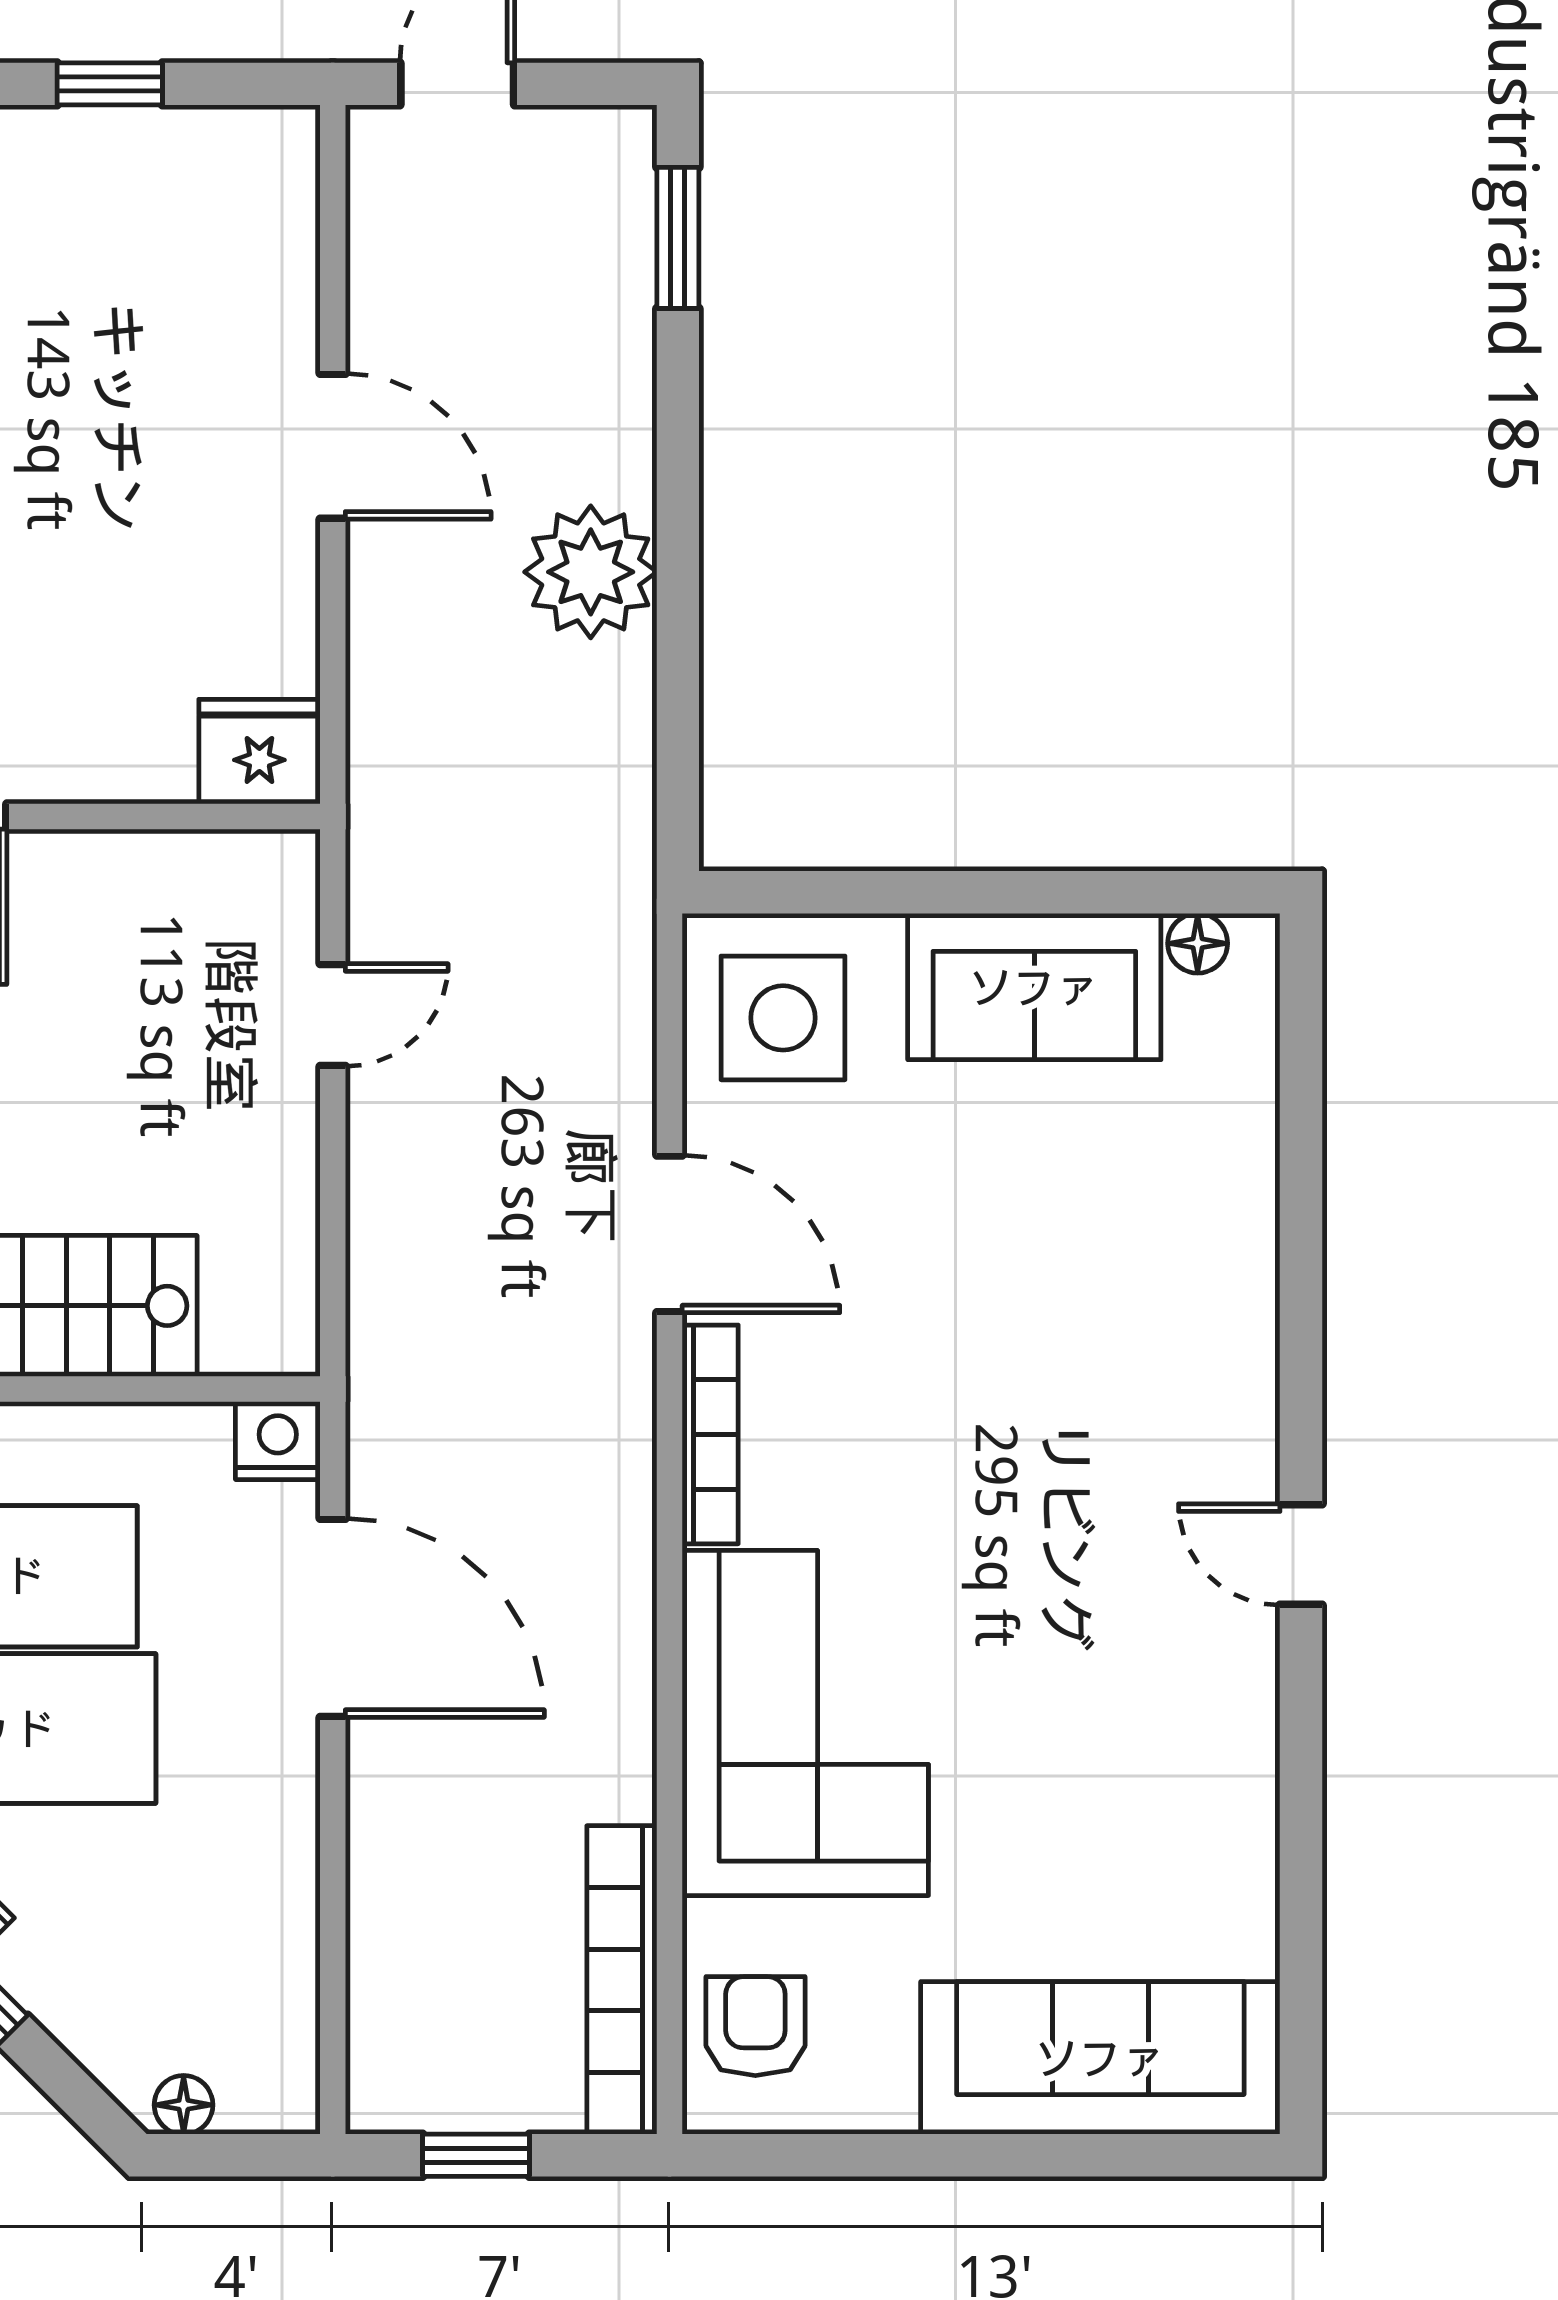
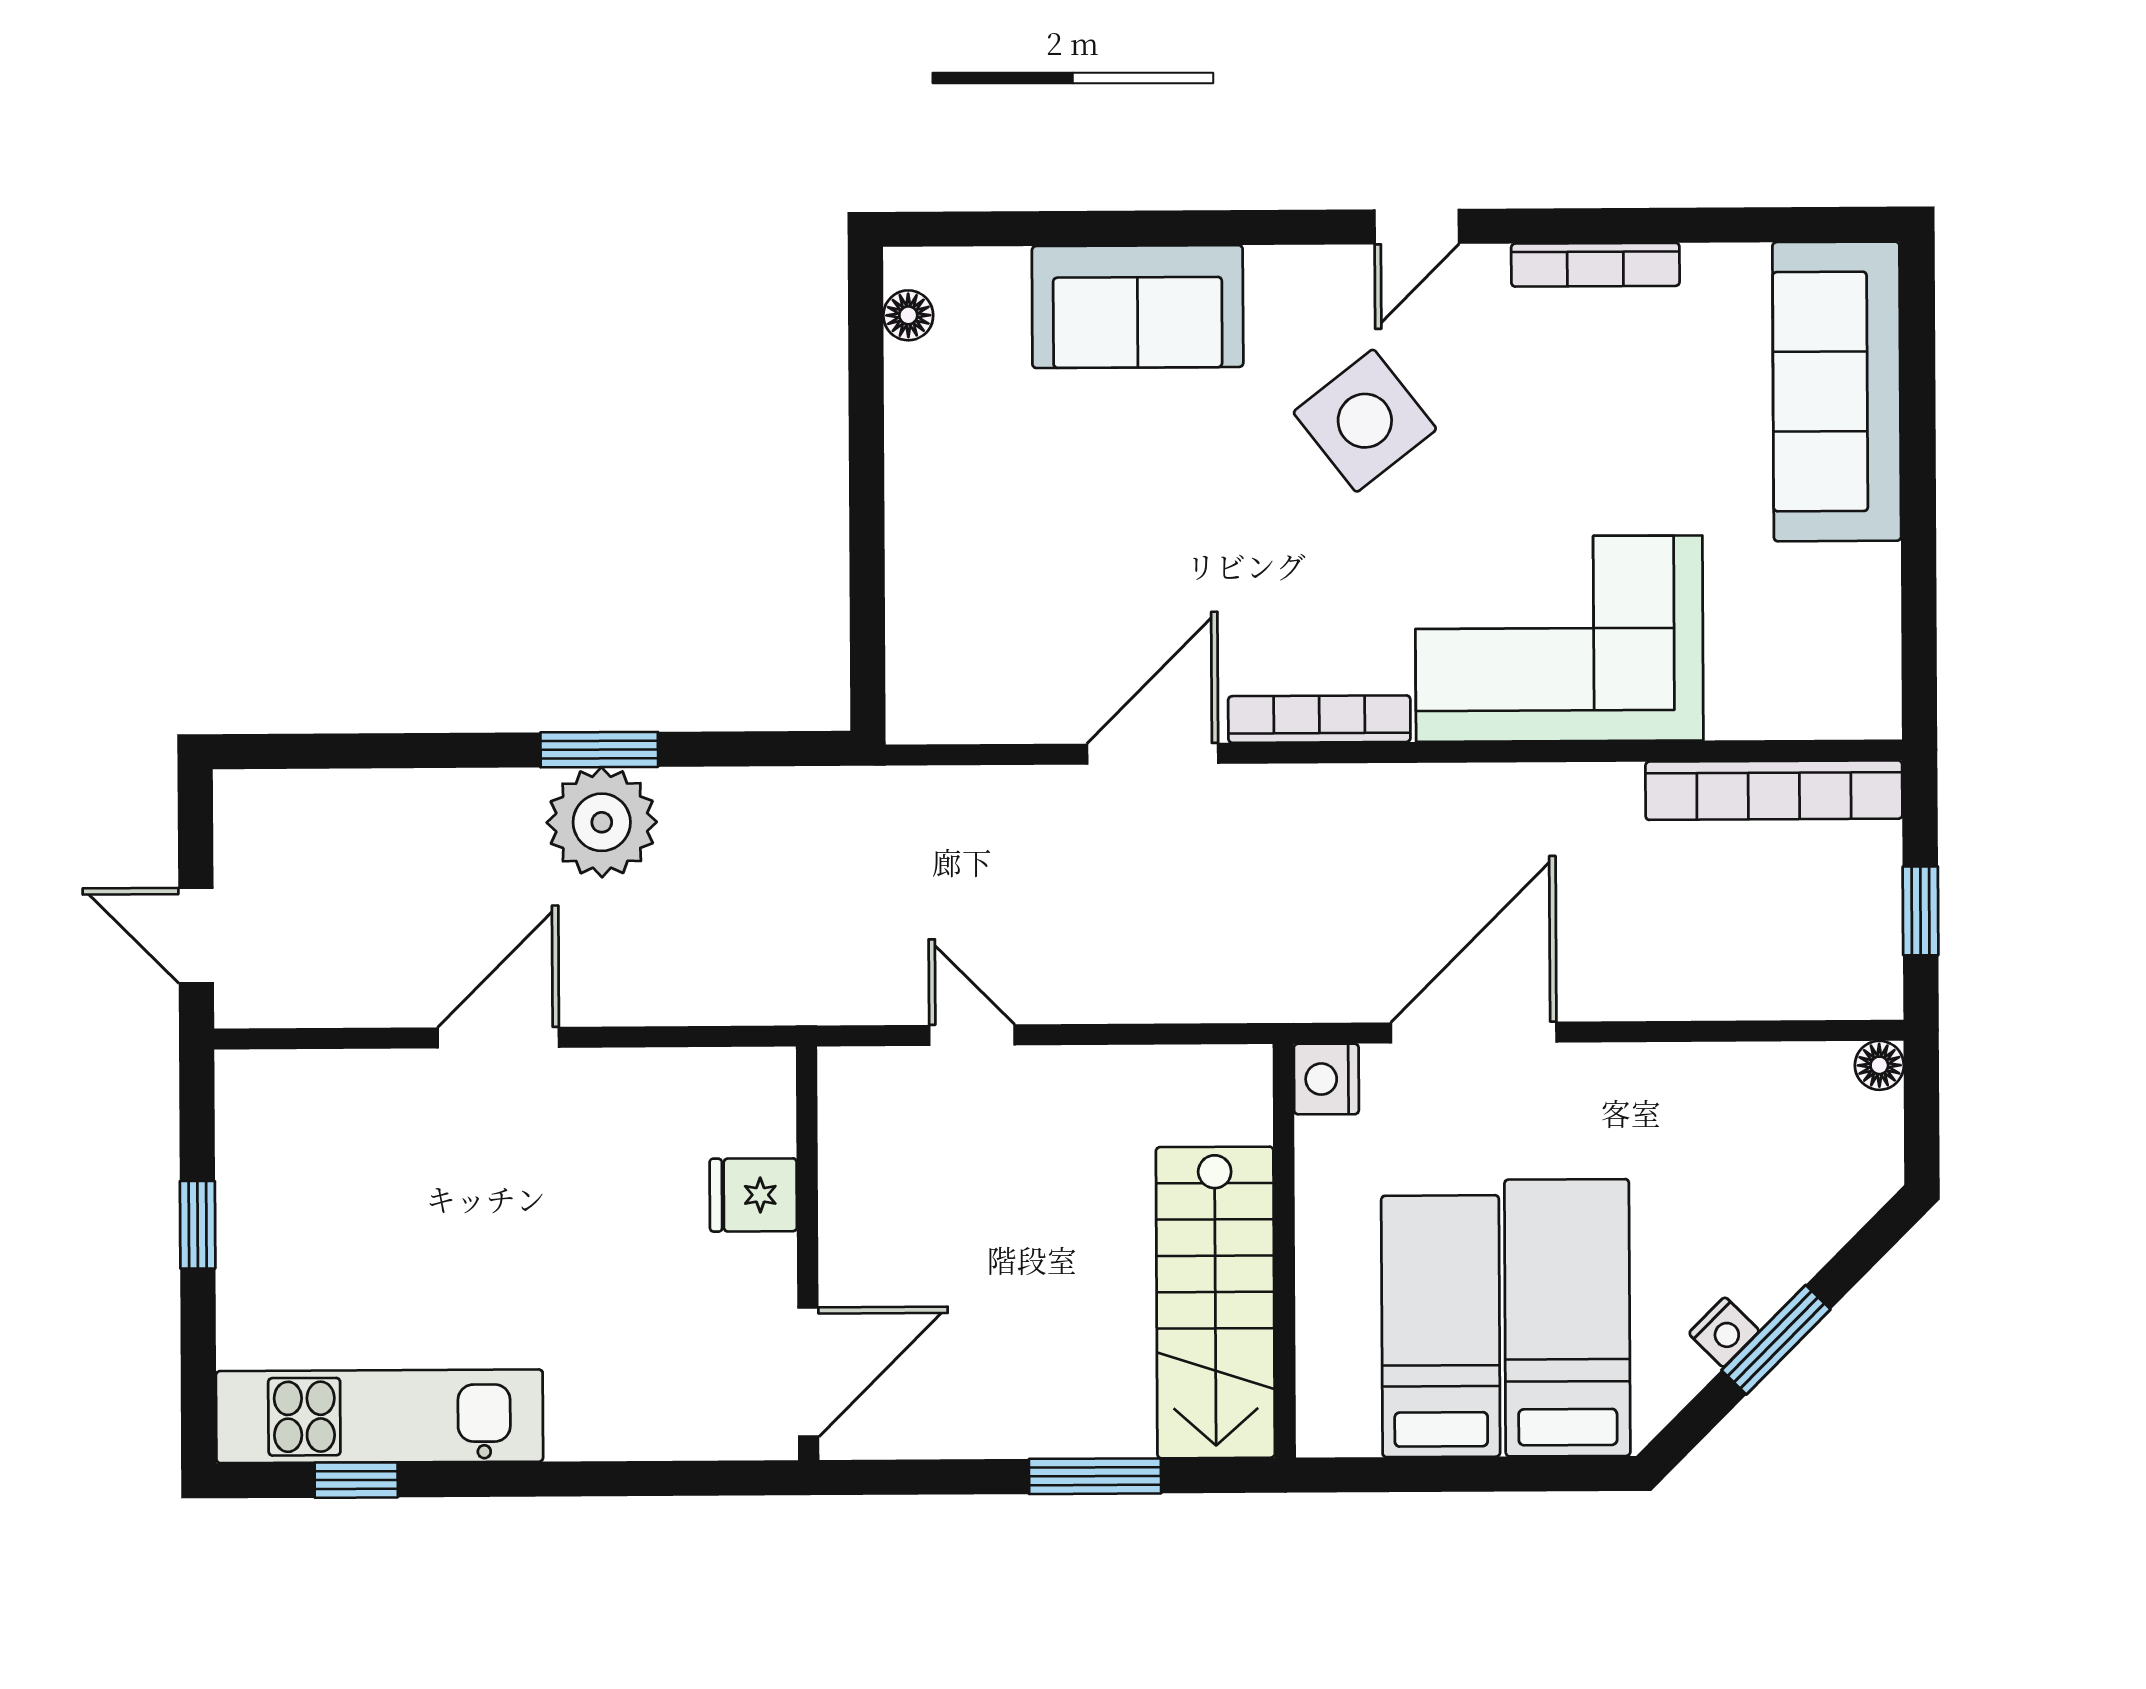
window: (678, 238) -> (599, 750), moved
fridge: (259, 752) -> (753, 1195), moved, width x0.72
sofa: (1034, 987) -> (1138, 307), moved, turned 90
side table: (783, 1018) -> (1365, 421), moved, turned -38
bookcase: (1254, 1769) -> (1595, 265), added
armchair: (755, 2026) -> (1812, 679), removed
floor lamp: (184, 2105) -> (1879, 1065), moved

